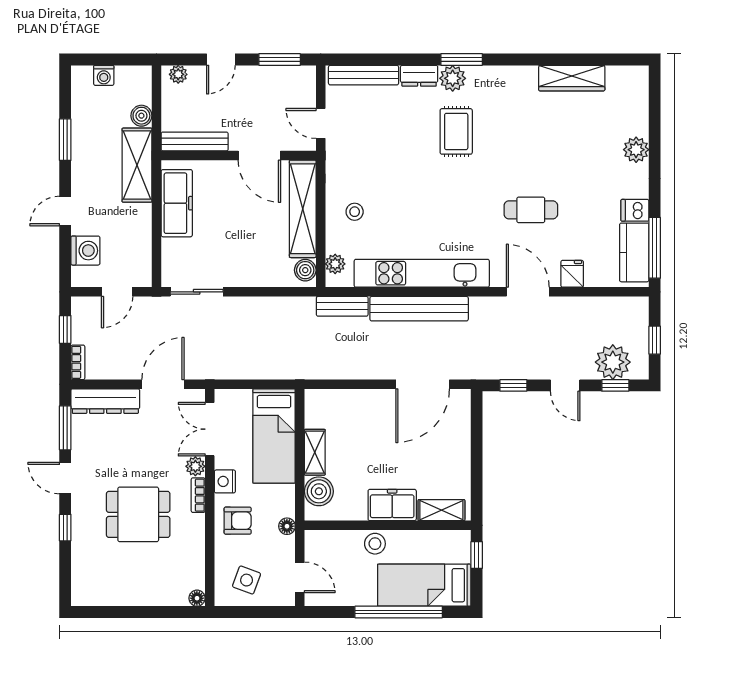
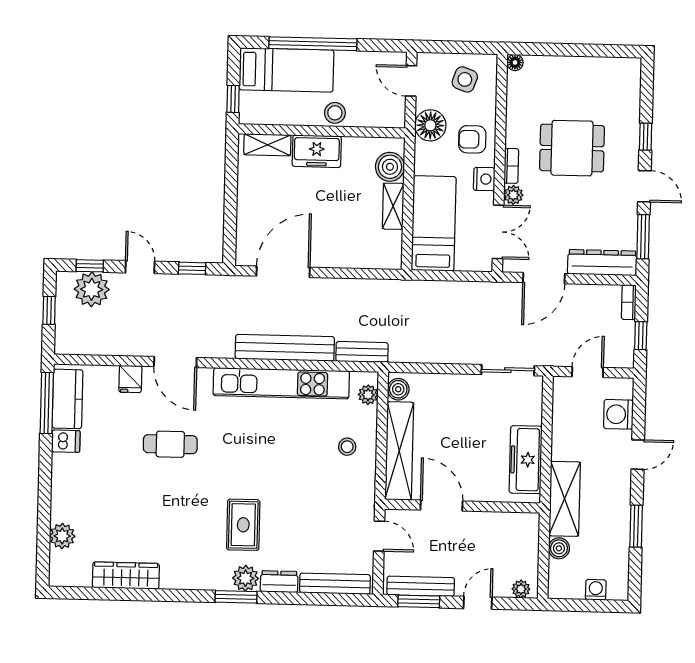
bench: (195, 141) -> (421, 586), moved
plant: (636, 150) -> (62, 536), moved
floor lamp: (287, 526) -> (430, 125), width x1.89, depth x1.89

